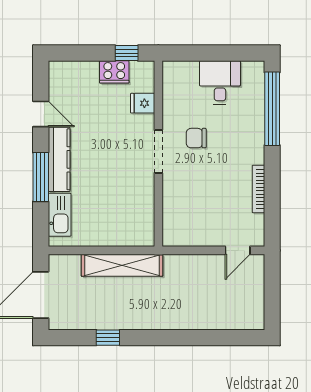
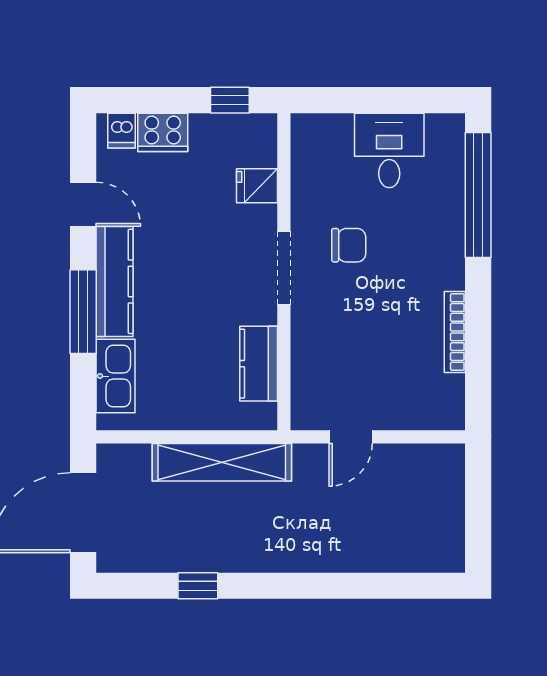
dishwasher: (63, 71) -> (122, 131), added
cooker: (114, 72) -> (163, 132), moved
chair: (196, 138) -> (349, 245), turned 180
kitchen counter: (144, 207) -> (259, 364), added
door: (238, 250) -> (351, 437), moved

